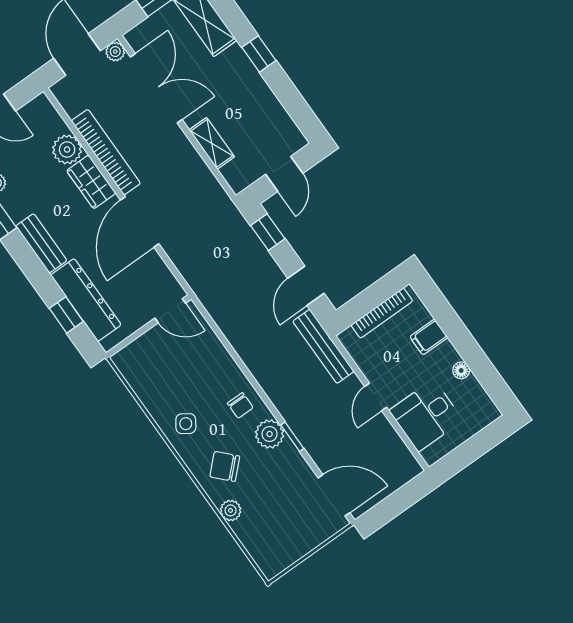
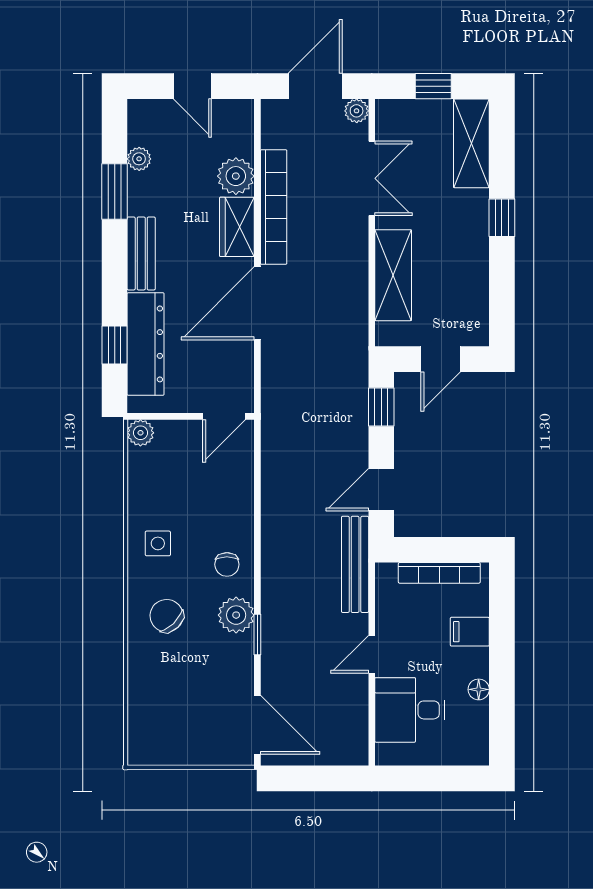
double door: (156, 88) -> (372, 178), width x0.73
shelving: (212, 143) -> (393, 275), width x1.50, depth x1.33
door: (170, 311) -> (224, 416), hinge flipped
side table: (186, 424) -> (158, 543), turned -34
plant: (231, 510) -> (140, 433), moved

